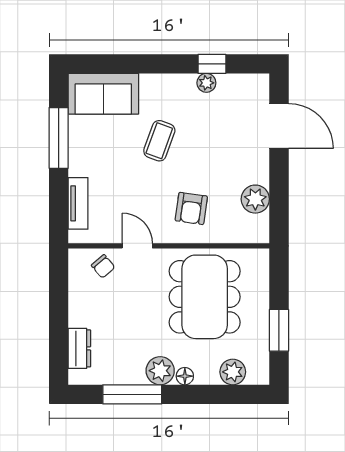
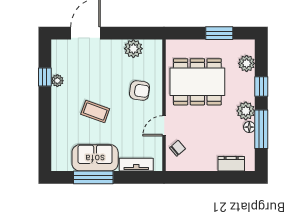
sofa: (103, 94) -> (95, 158), moved, turned -90
floor lamp: (185, 376) -> (249, 127), moved
window: (198, 394) -> (261, 86), added

